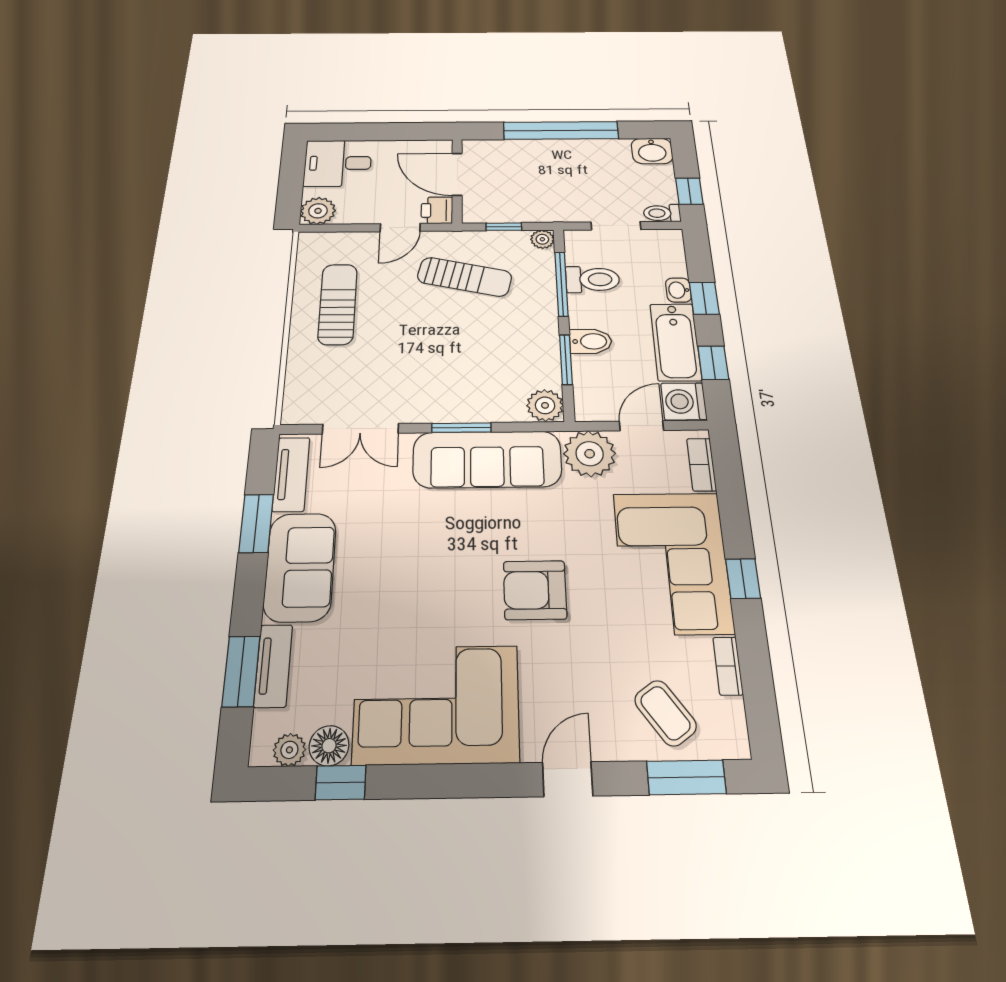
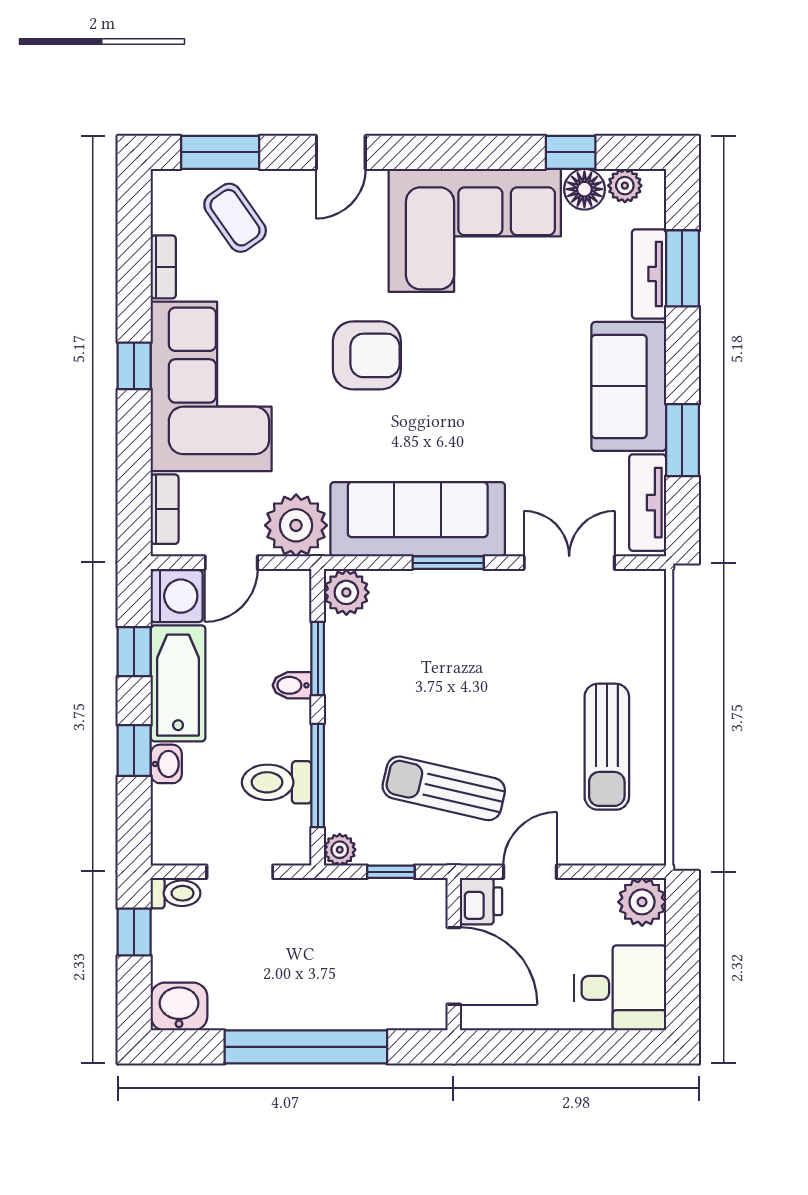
bidet: (591, 341) -> (292, 685), width x0.72, depth x0.74

